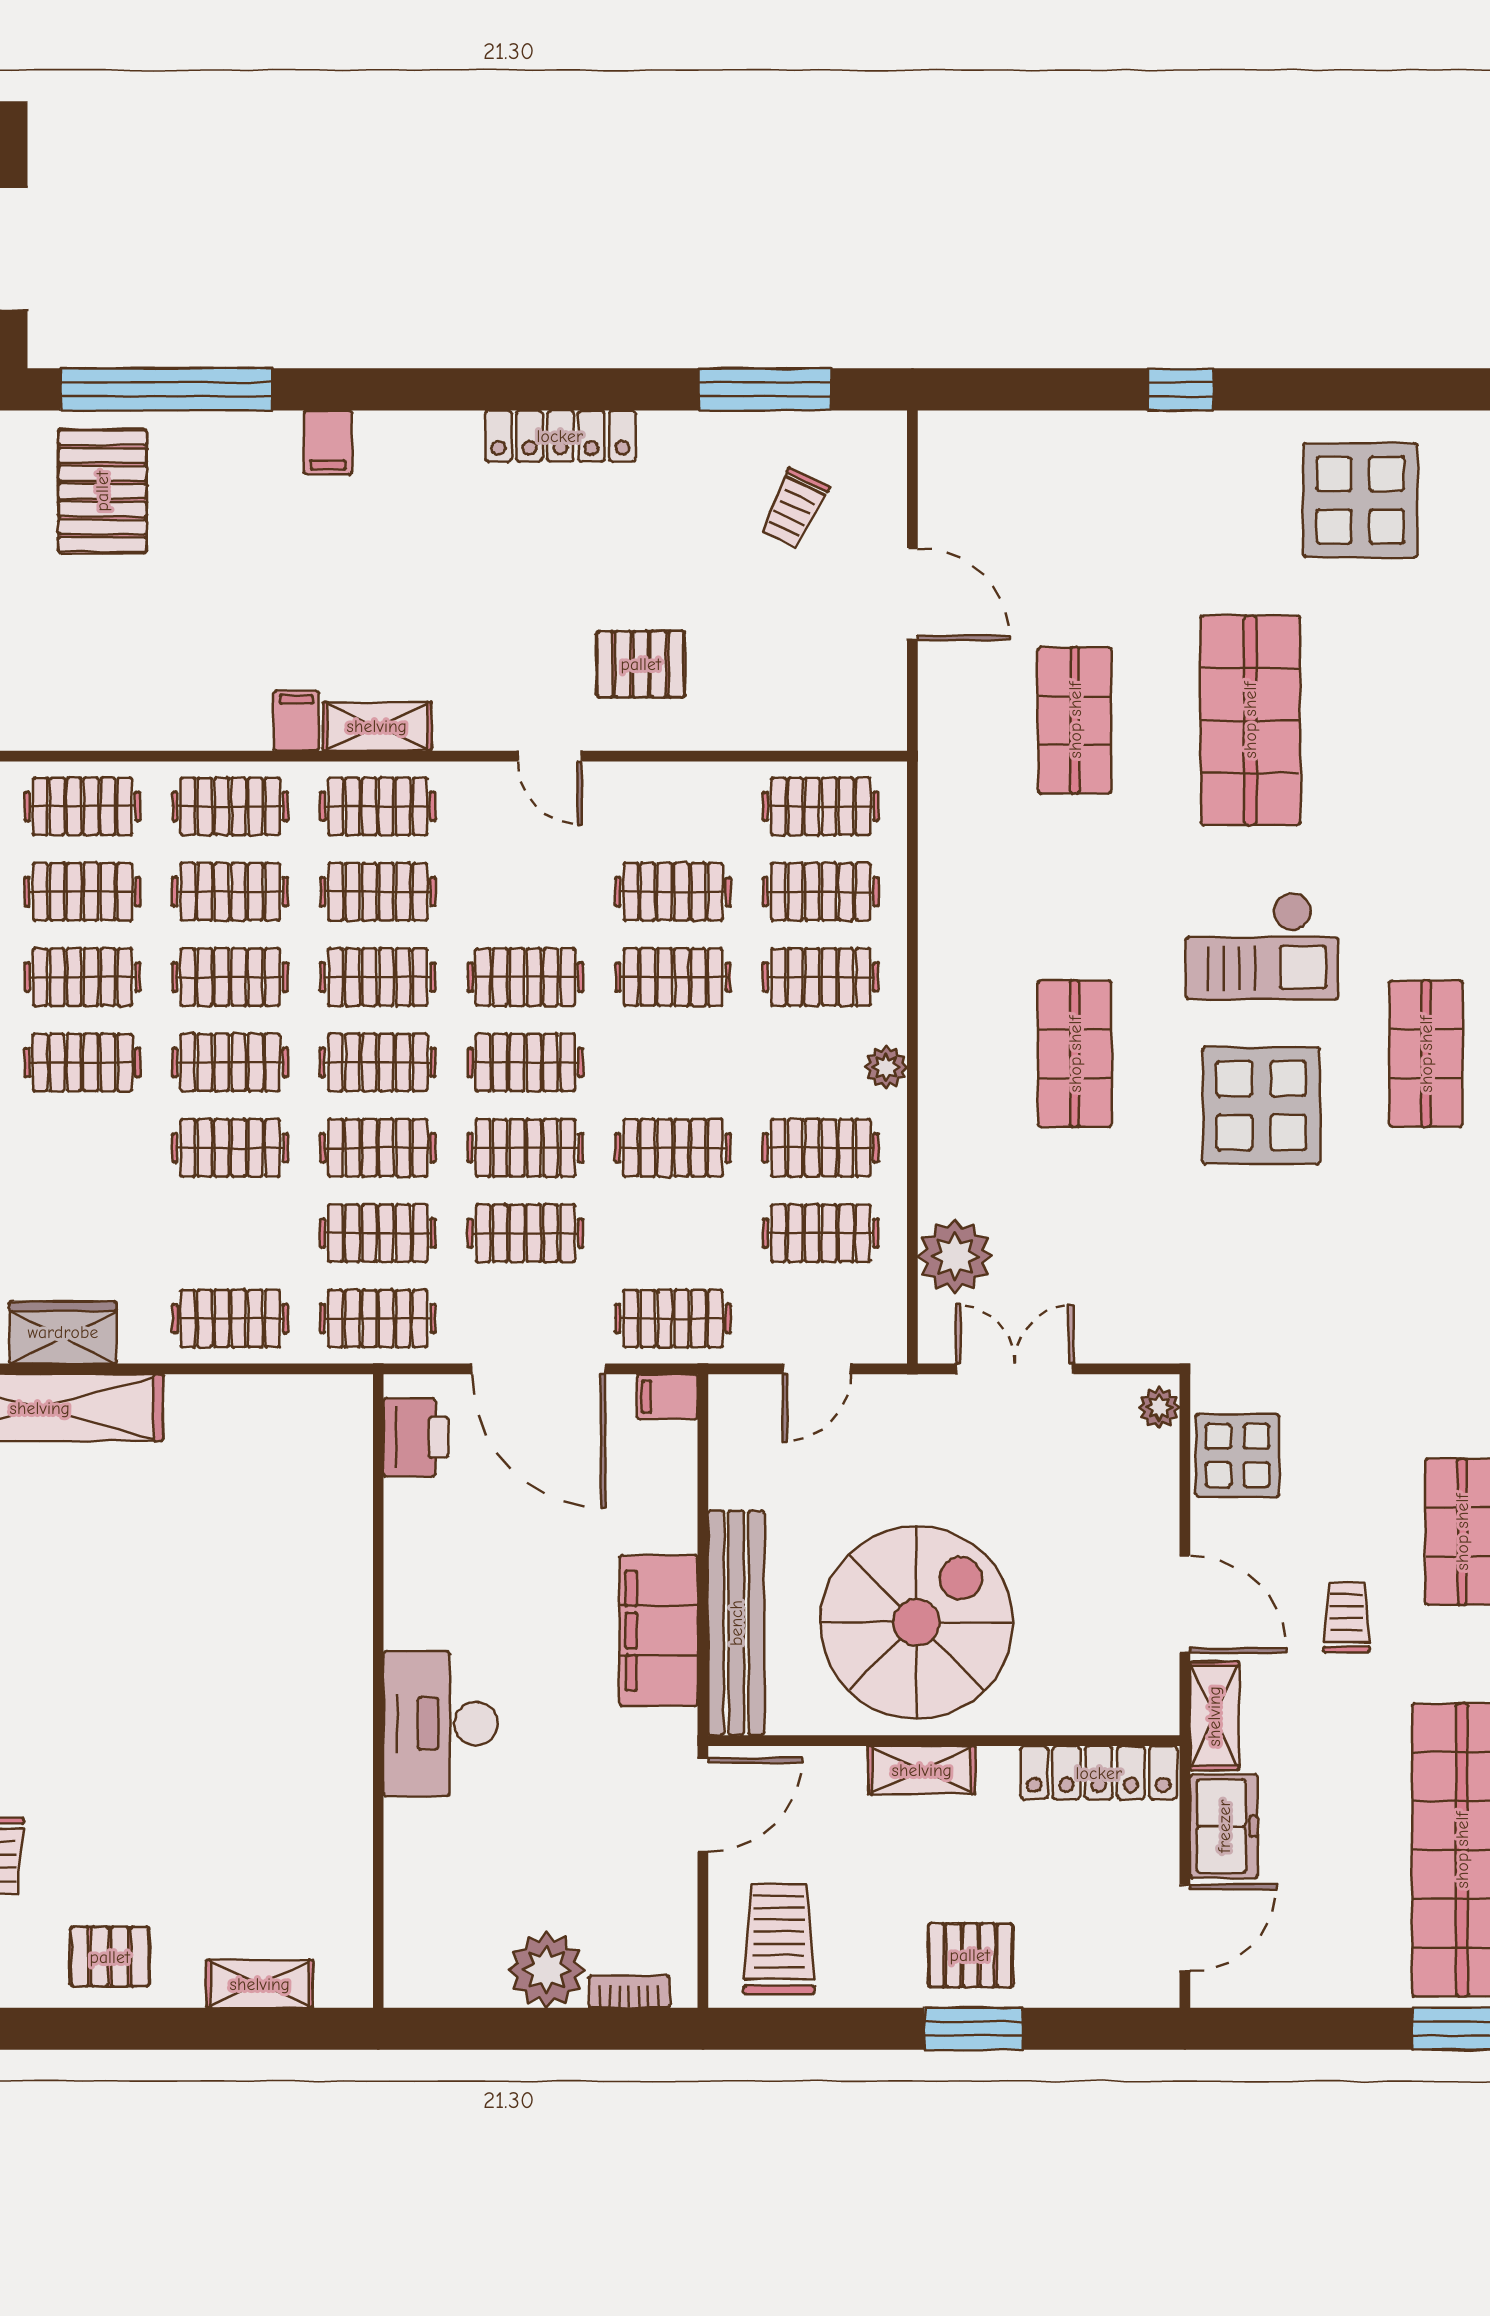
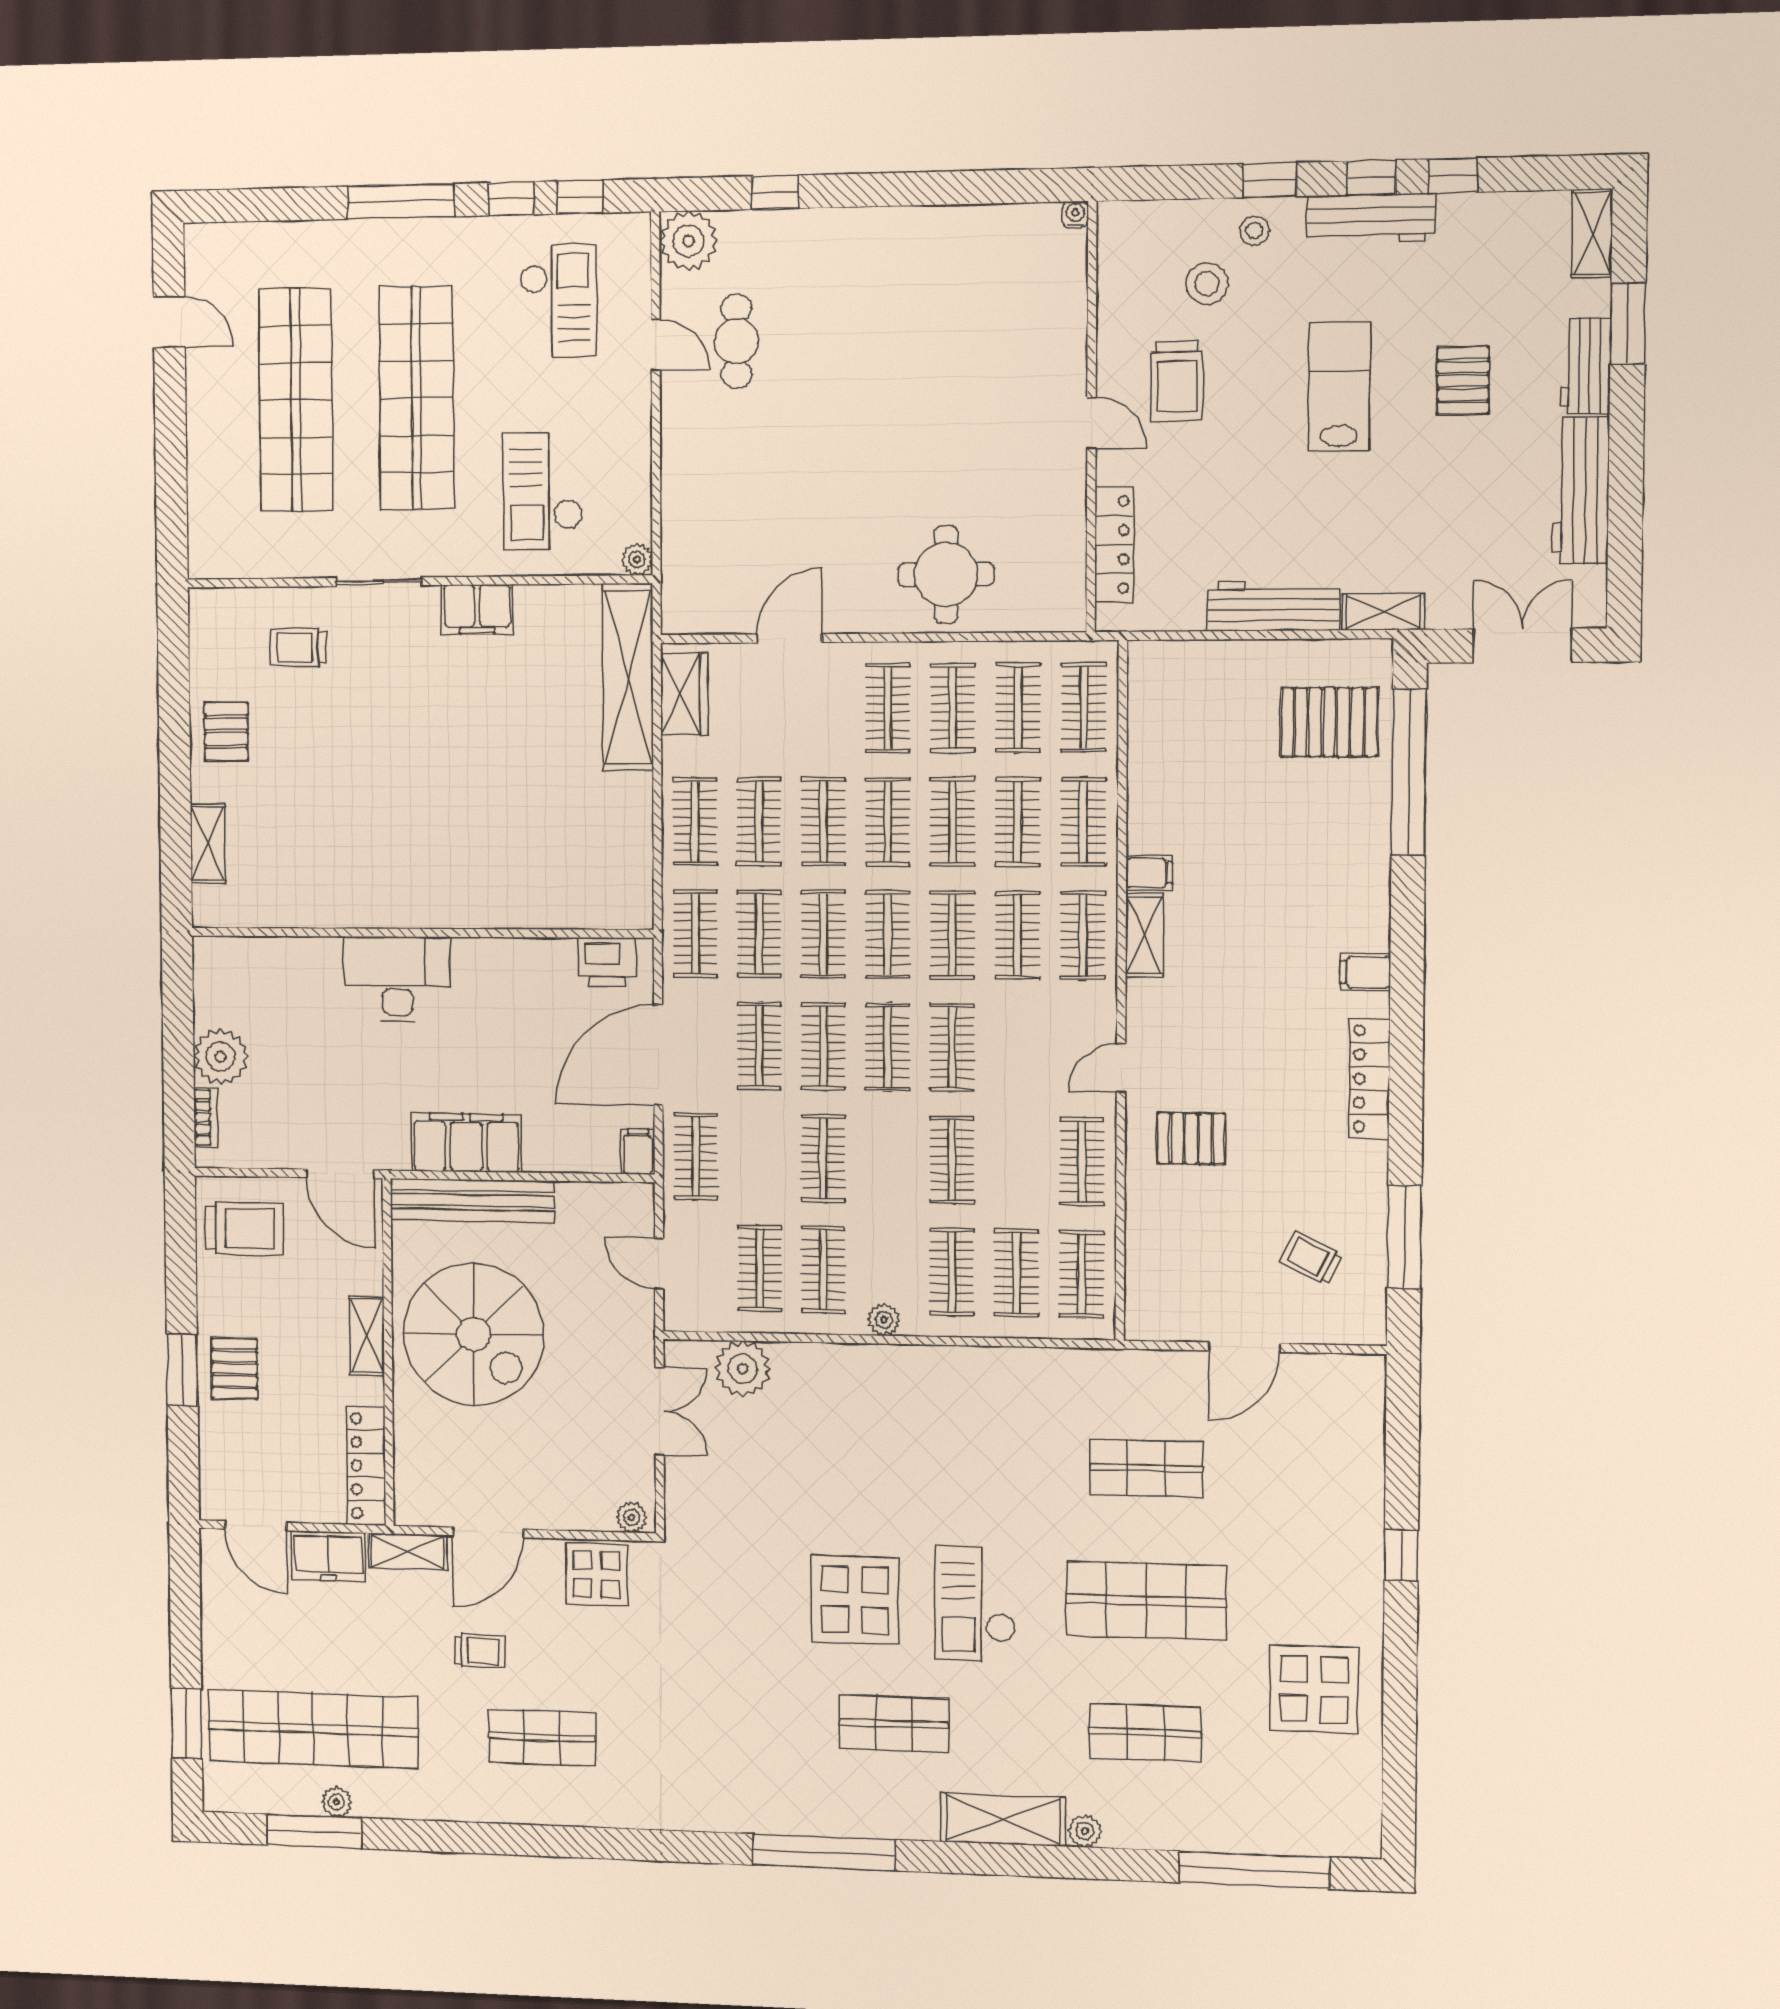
filing cabinet: (328, 442) -> (1365, 972), moved
pallet: (641, 664) -> (1191, 1138), turned 90
clothes rail: (673, 892) -> (1082, 1162), moved
shop shelf: (1075, 1054) -> (1145, 1733), moved
clothes rail: (230, 1233) -> (759, 822), added

